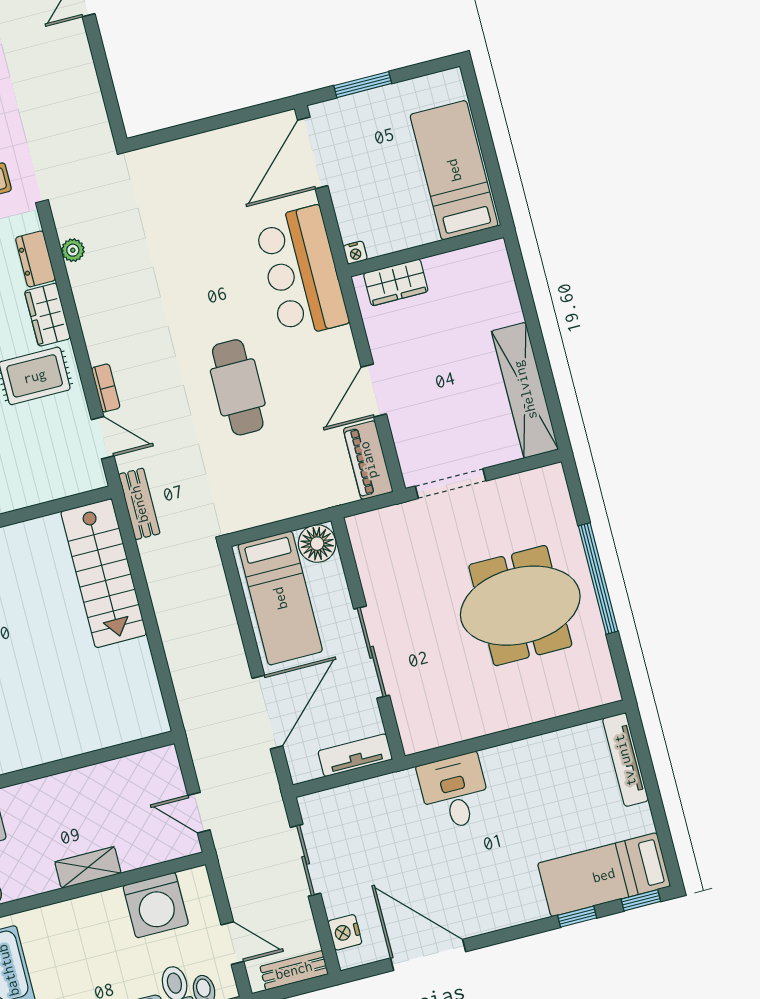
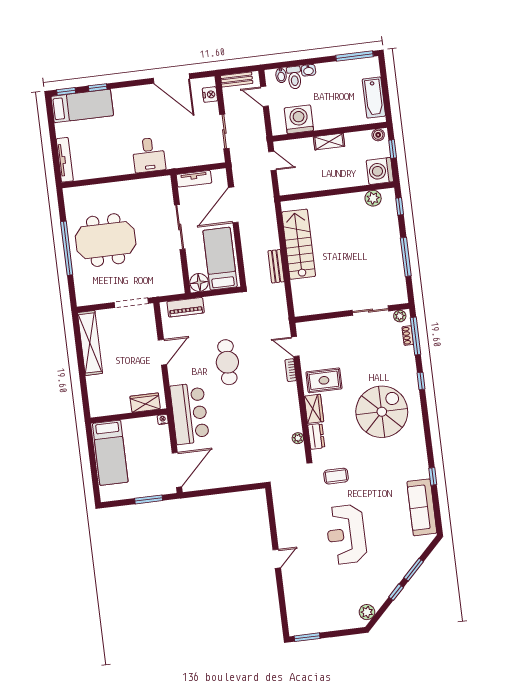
piano: (368, 460) -> (186, 307), moved, turned 90
bench: (139, 504) -> (276, 266), moved
stairs: (104, 573) -> (299, 244), moved

